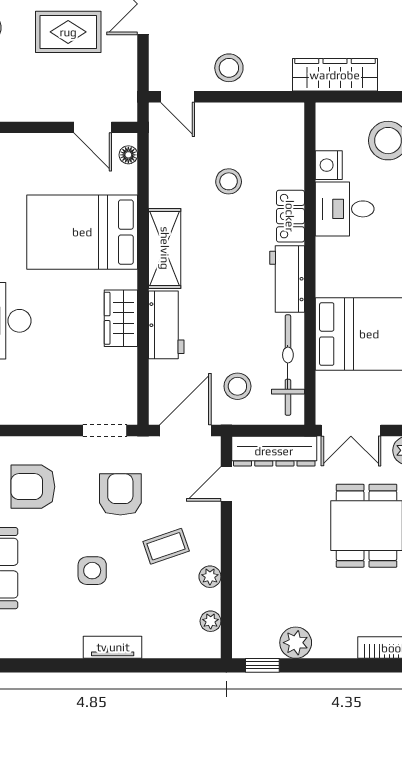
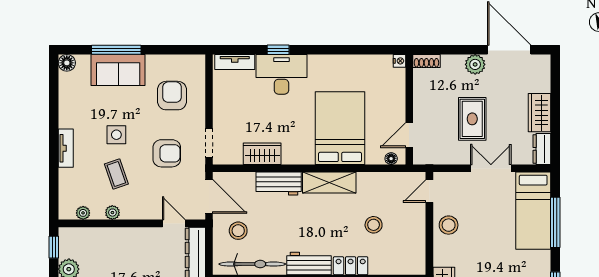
wardrobe: (121, 318) -> (262, 154), moved
coffee table: (166, 546) -> (116, 174), moved

